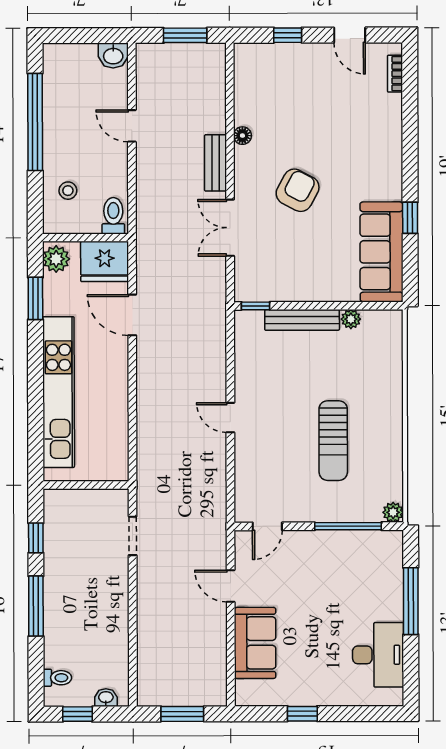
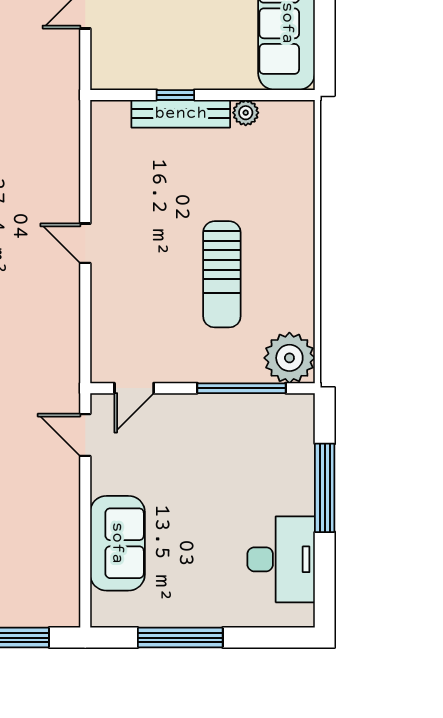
window: (256, 306) -> (175, 95), moved
plant: (393, 512) -> (289, 358), width x1.87, depth x1.87
door: (231, 586) -> (85, 435), moved
window: (302, 714) -> (180, 638), width x2.17

